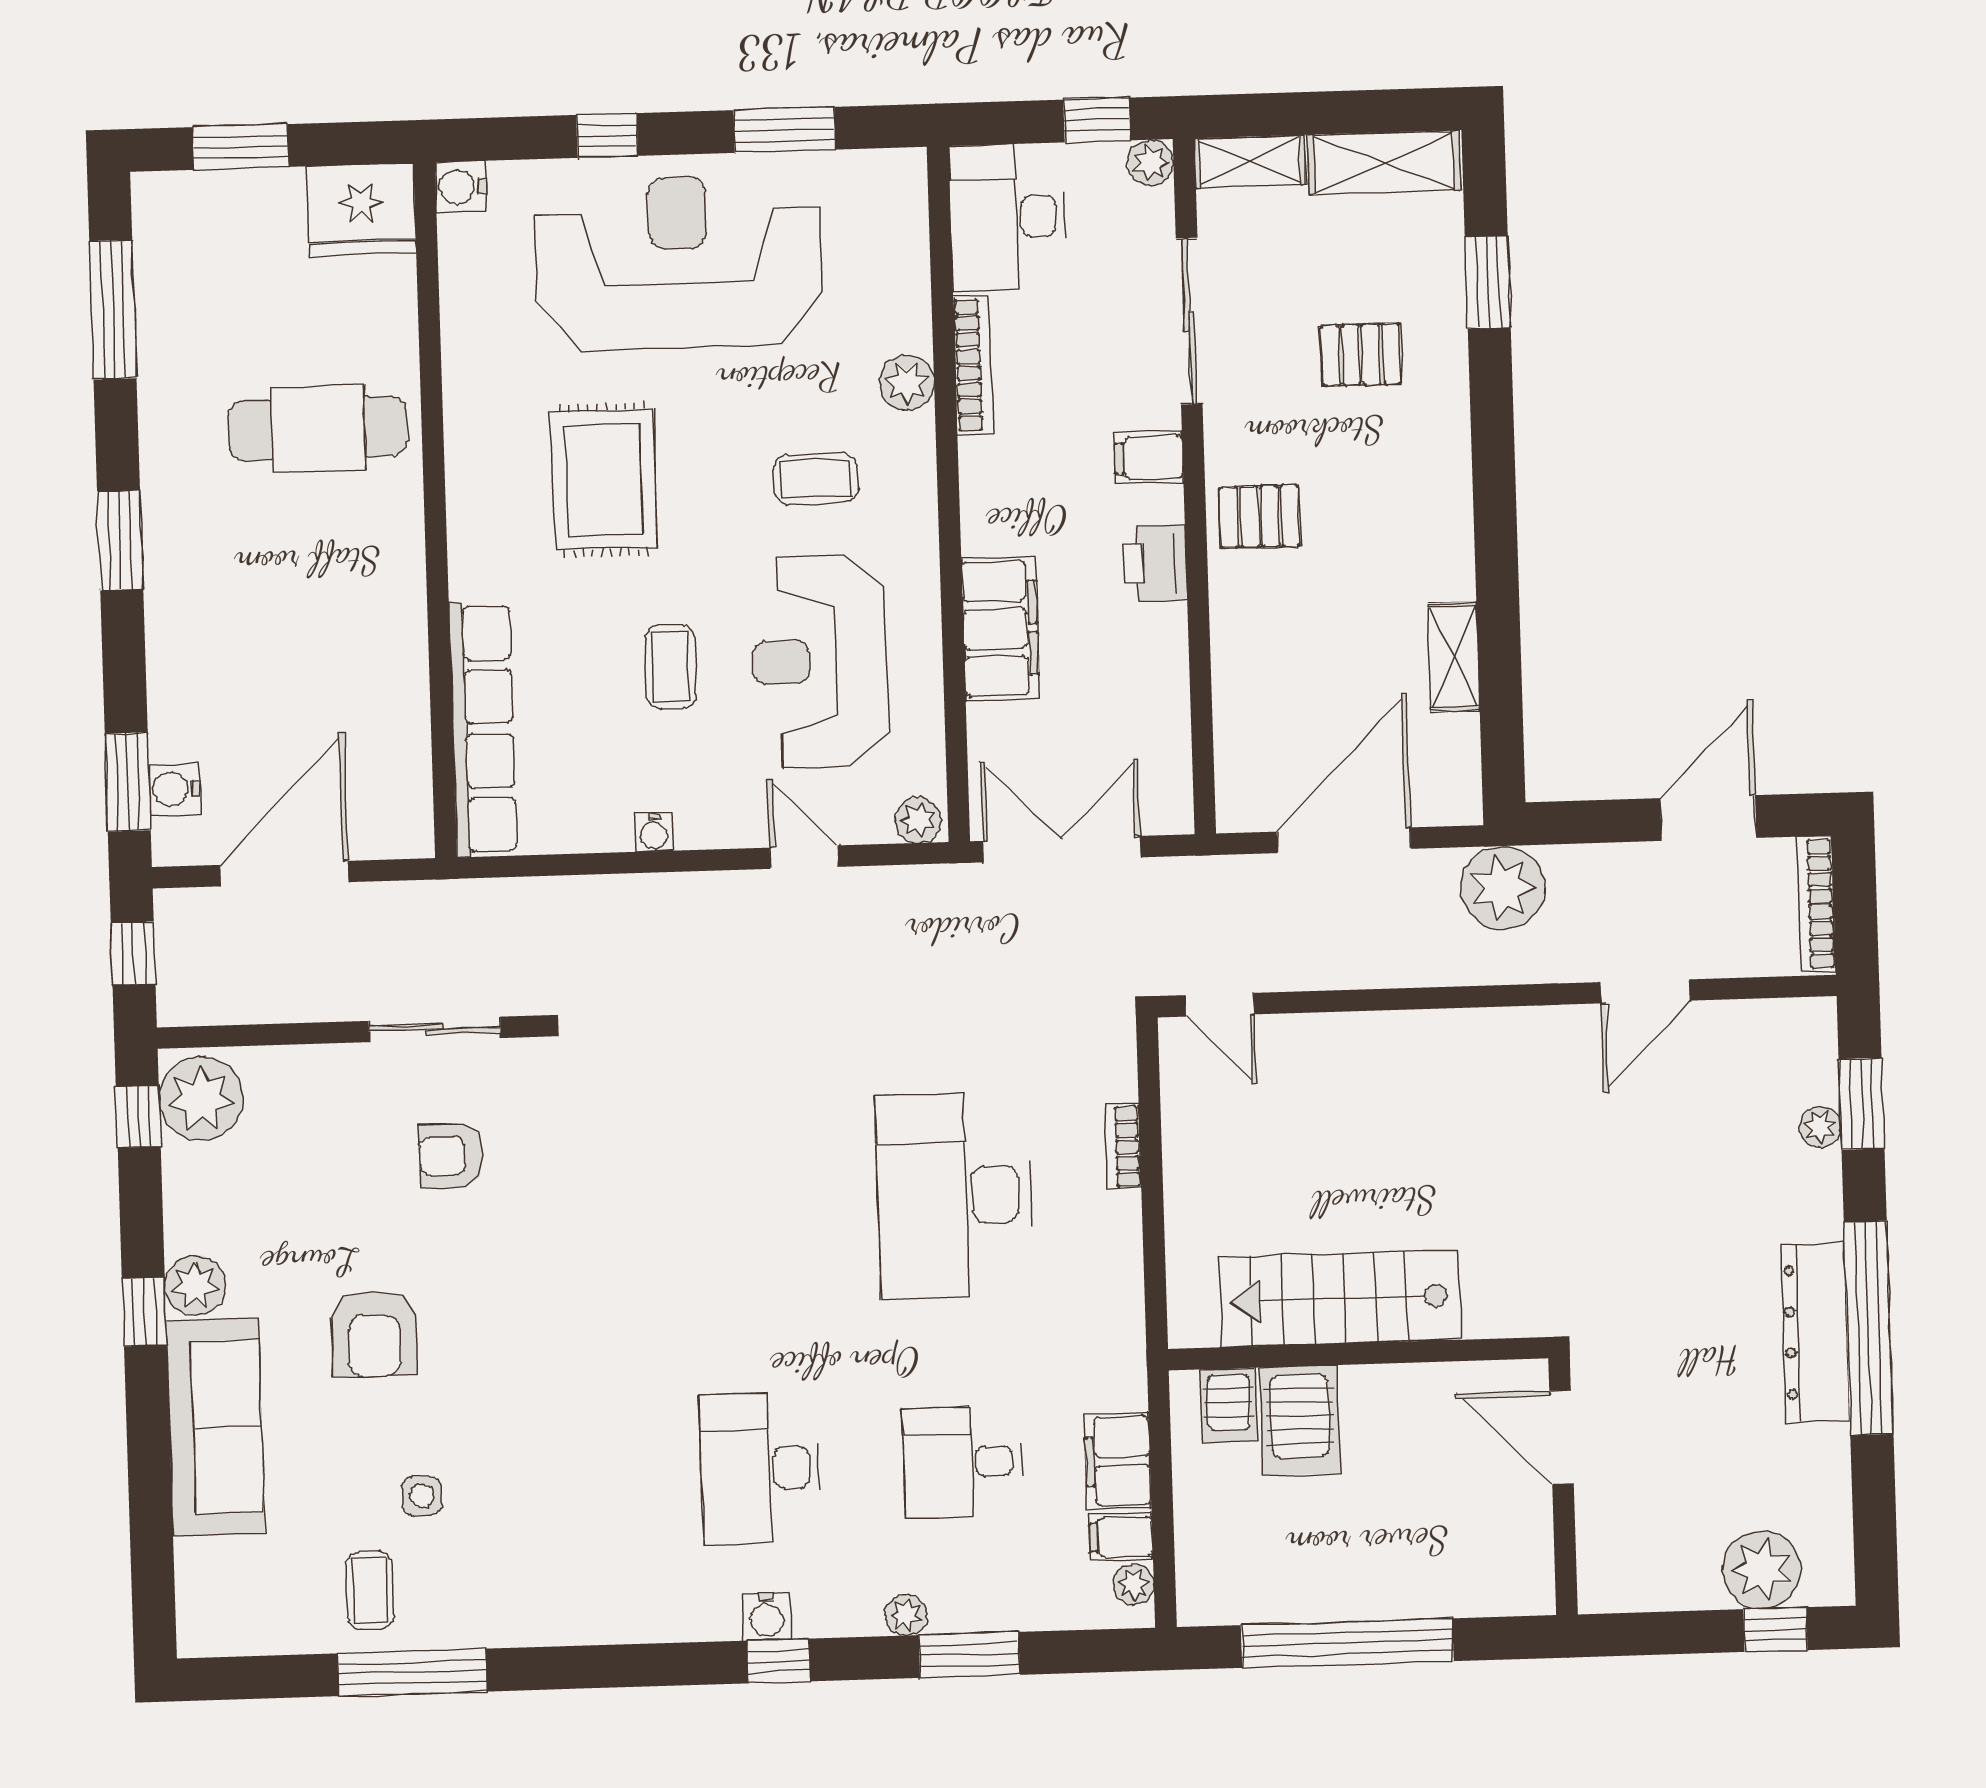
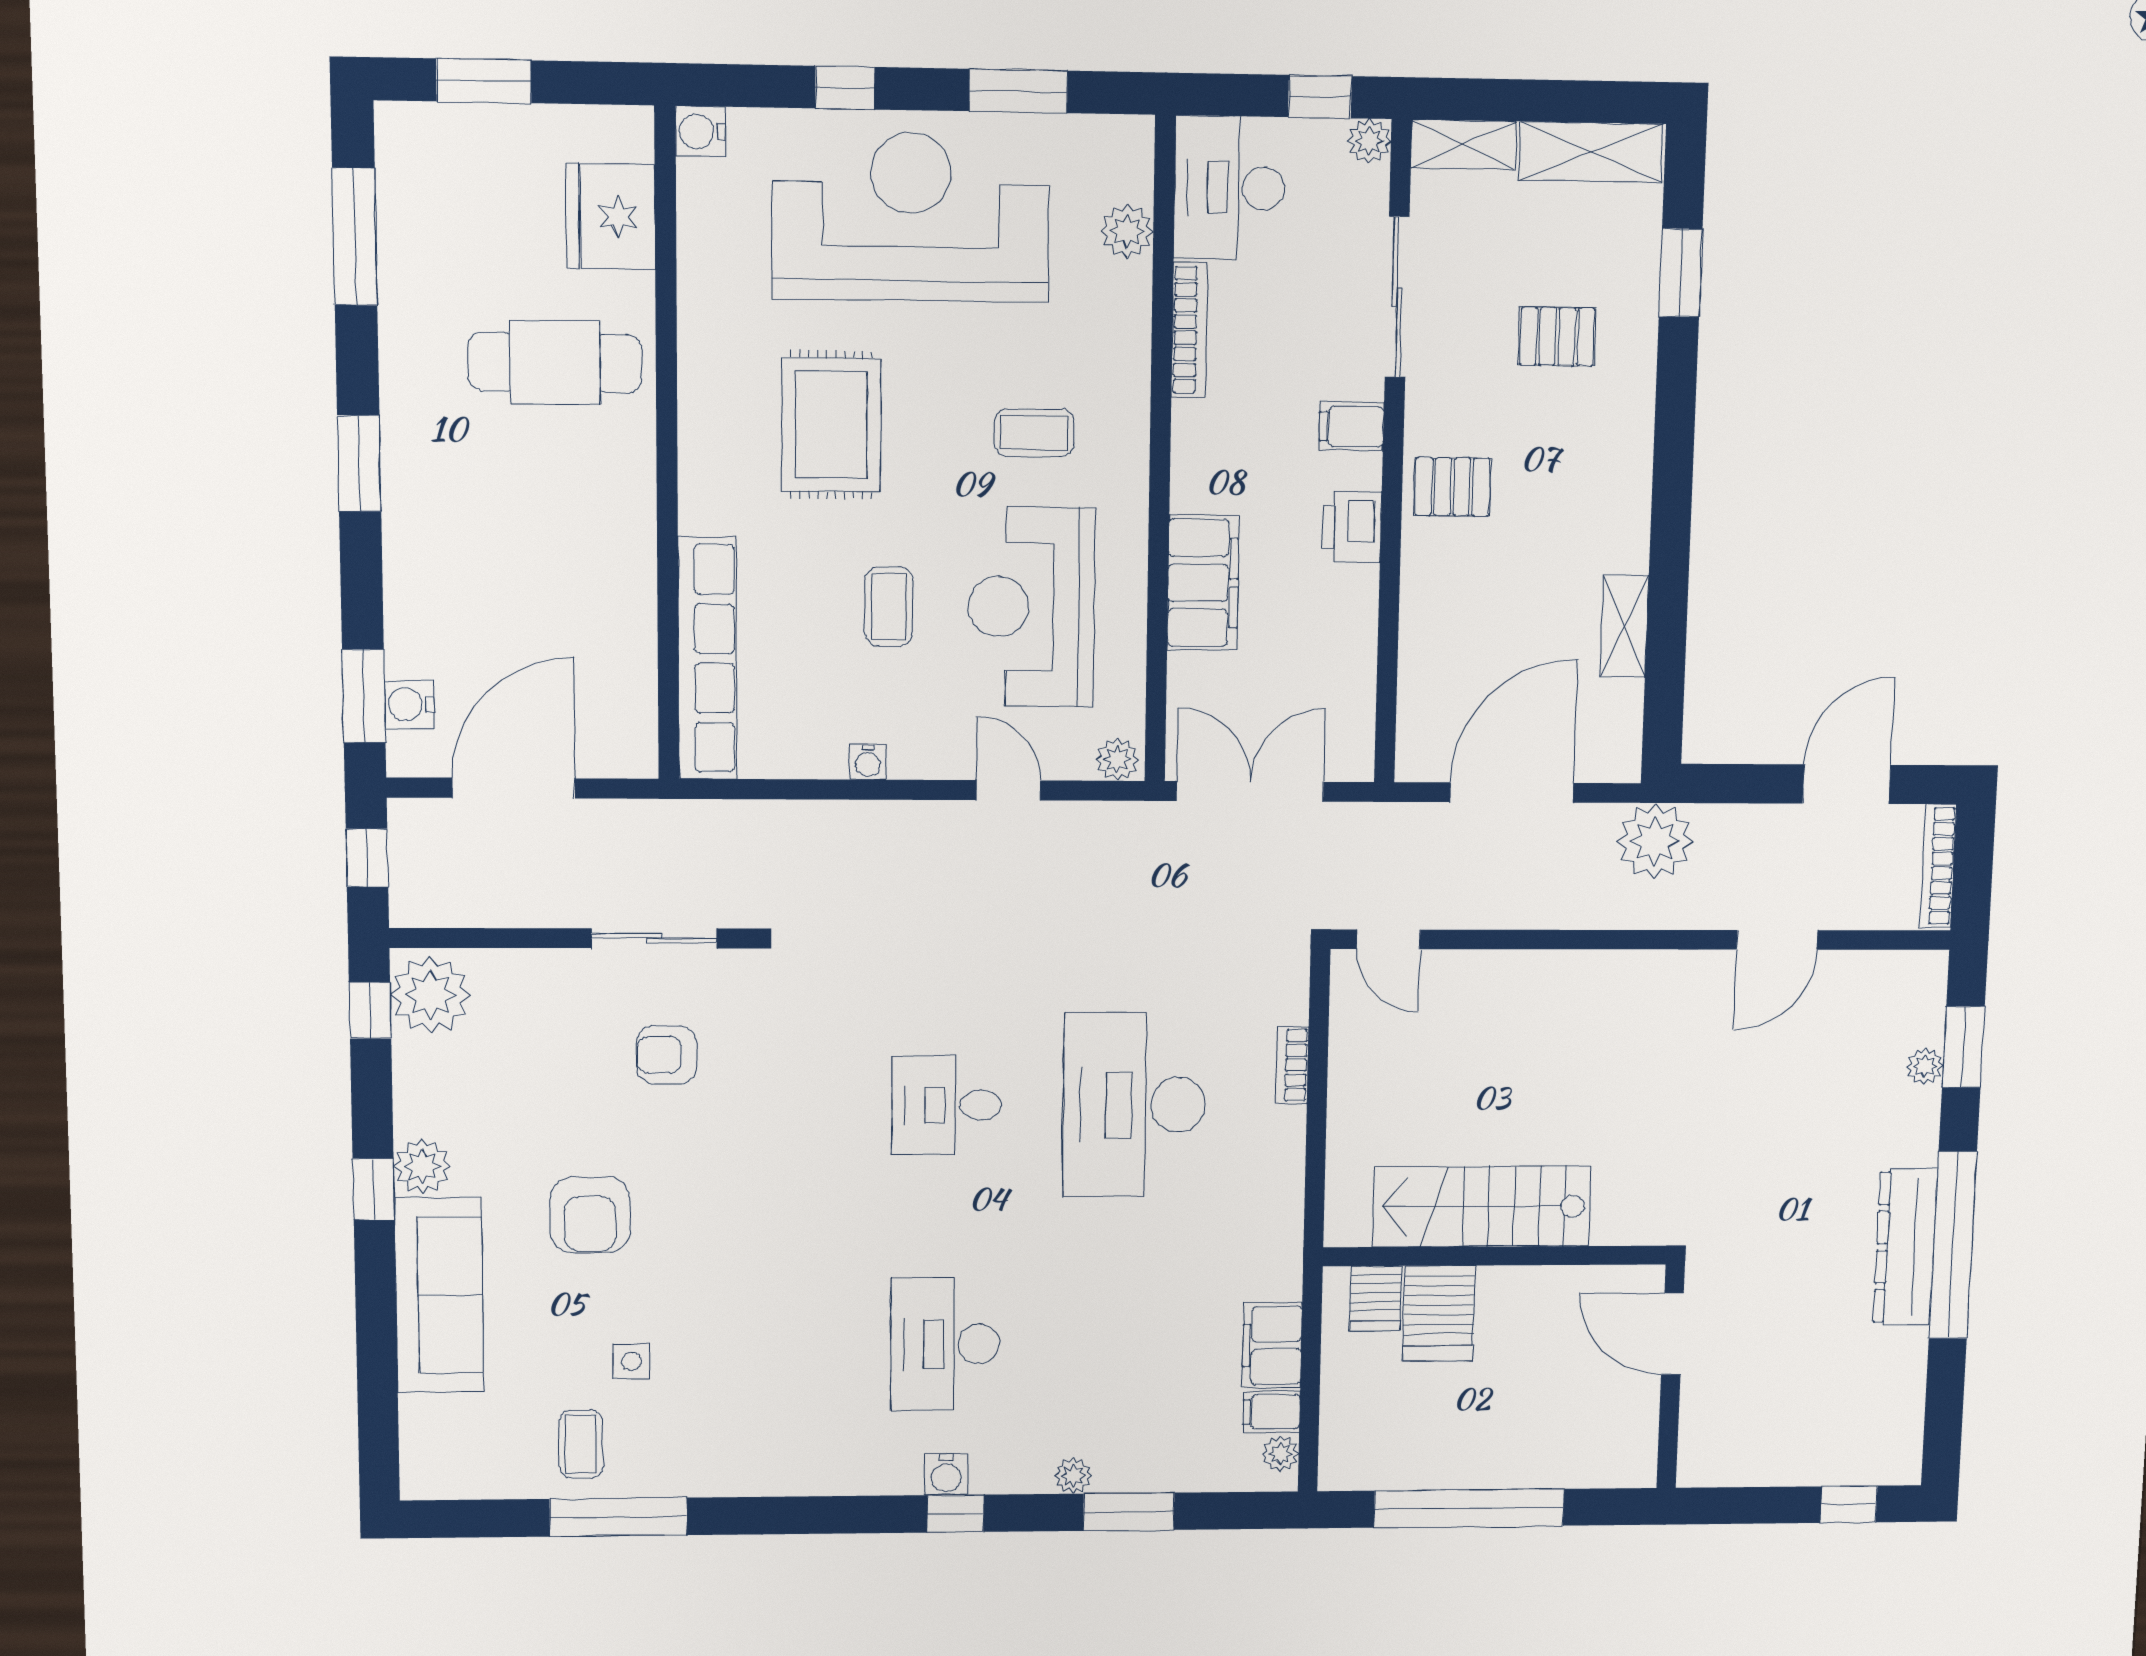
fridge: (361, 210) -> (611, 216), moved, turned 90
plant: (907, 383) -> (1127, 231), moved
desk: (962, 1462) -> (947, 1105), moved
plant: (1762, 1570) -> (1841, 1453), removed

